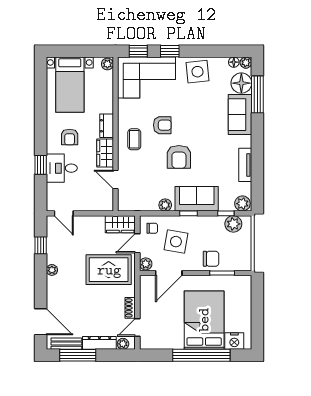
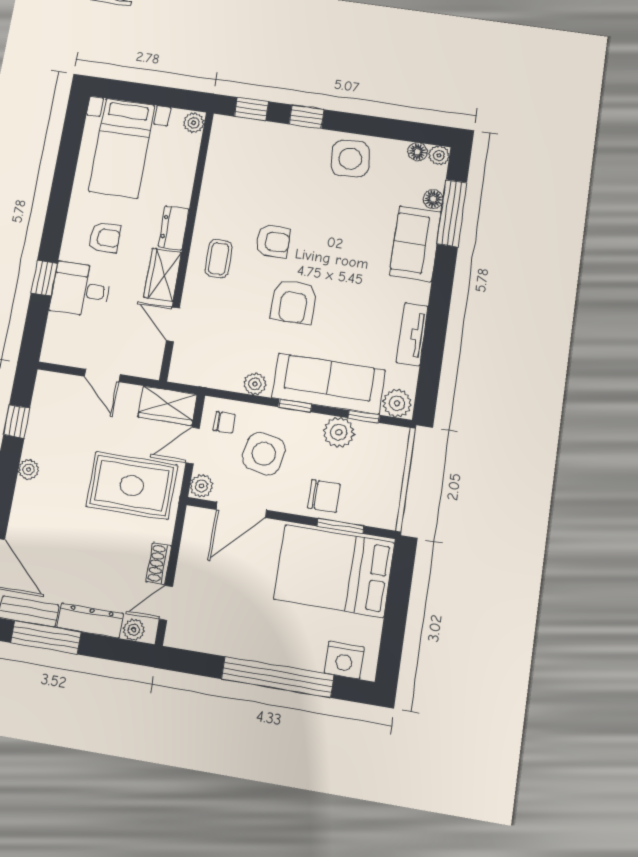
corner sofa: (146, 77) -> (258, 155), removed
floor lamp: (241, 83) -> (433, 199), width x0.53, depth x0.53
armchair: (70, 137) -> (105, 238), turned -90
sofa: (197, 199) -> (328, 384), width x1.36
door: (64, 213) -> (102, 375), moved
plant: (233, 224) -> (339, 432), moved
bed: (204, 320) -> (334, 571), moved, turned -90

